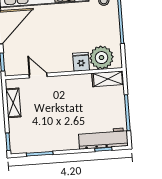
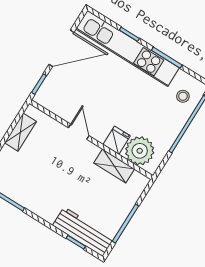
door: (38, 75) -> (79, 132), moved
shelving: (108, 79) -> (114, 166), moved

